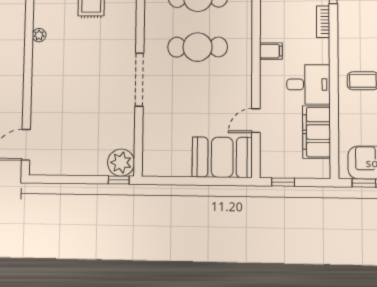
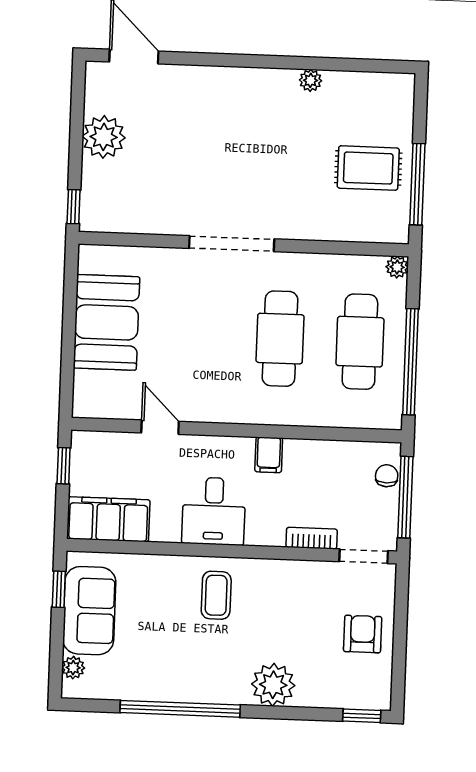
filing cabinet: (317, 132) -> (108, 519), moved
booth: (222, 157) -> (106, 322), moved
plant: (121, 163) -> (104, 137), moved

